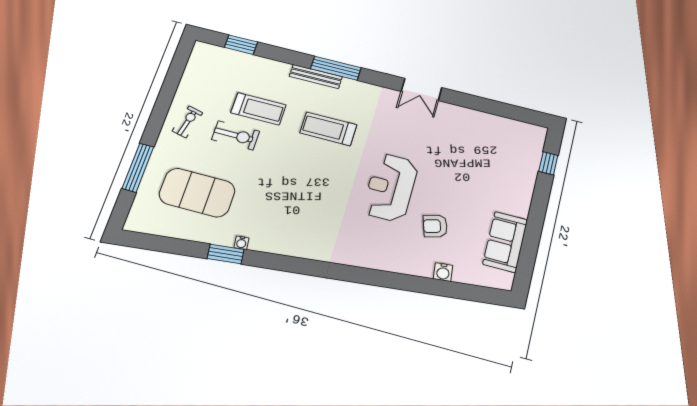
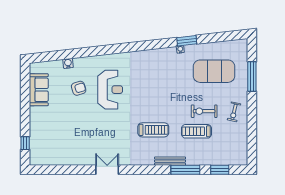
window: (336, 68) -> (185, 170), moved
reception desk: (390, 187) -> (110, 90), moved

